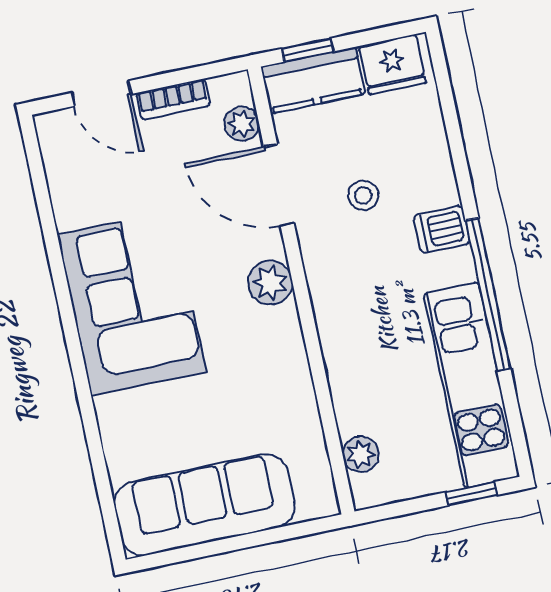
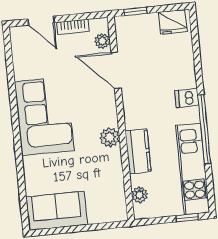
kitchen counter: (313, 80) -> (138, 151), moved, turned -90
stool: (363, 195) -> (153, 79), removed
plant: (270, 283) -> (110, 137), moved
sofa: (204, 505) -> (57, 211), width x0.73

